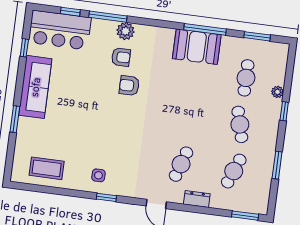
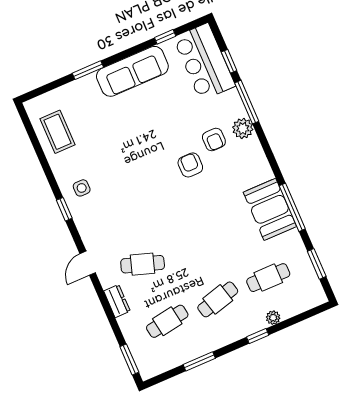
cafe table: (234, 171) -> (167, 321), turned -30

